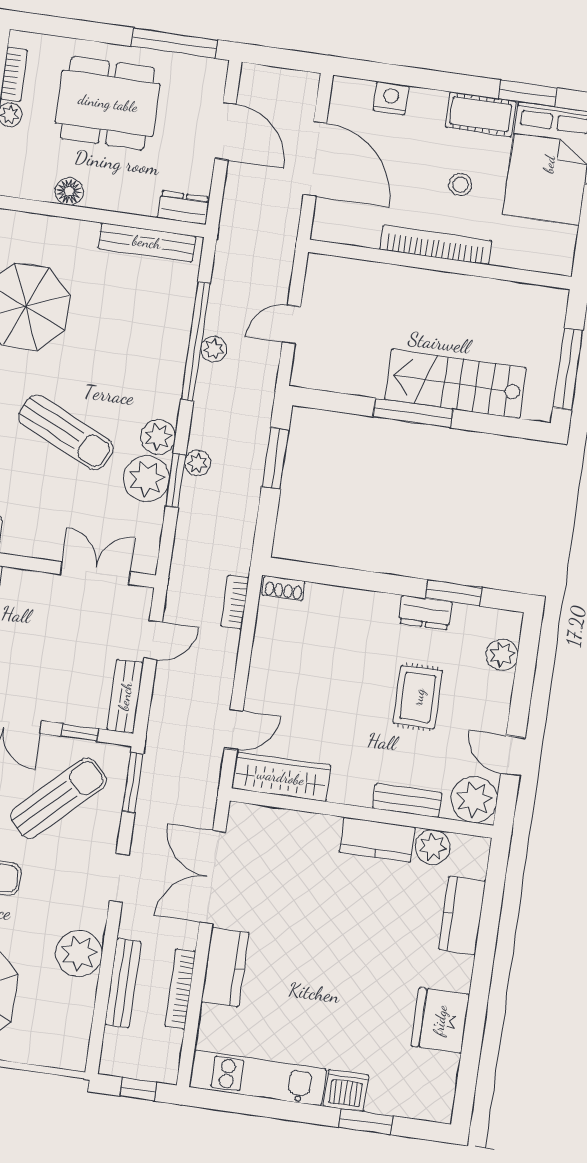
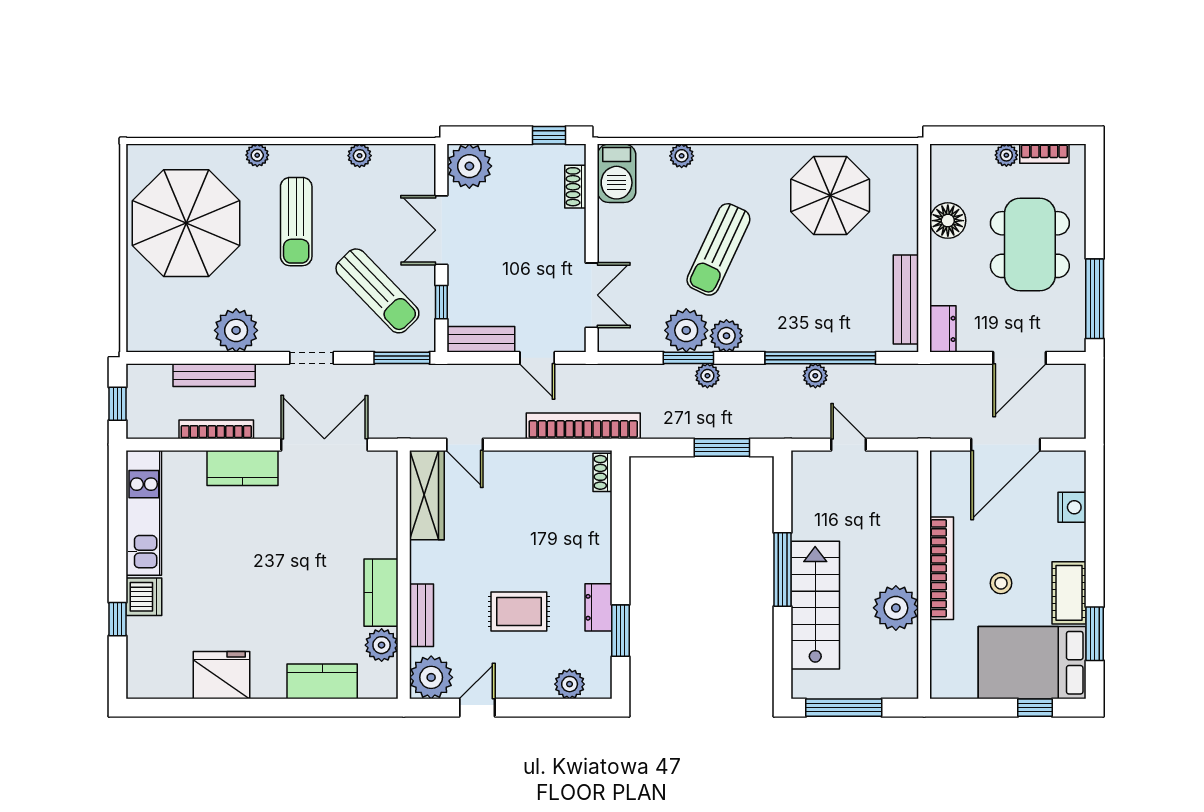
floor lamp: (69, 191) -> (948, 221), width x1.38, depth x1.38
plant: (471, 299) -> (896, 608), added
bookcase: (235, 602) -> (583, 426), width x2.31, depth x1.31
window: (366, 1122) -> (118, 619), width x0.67

